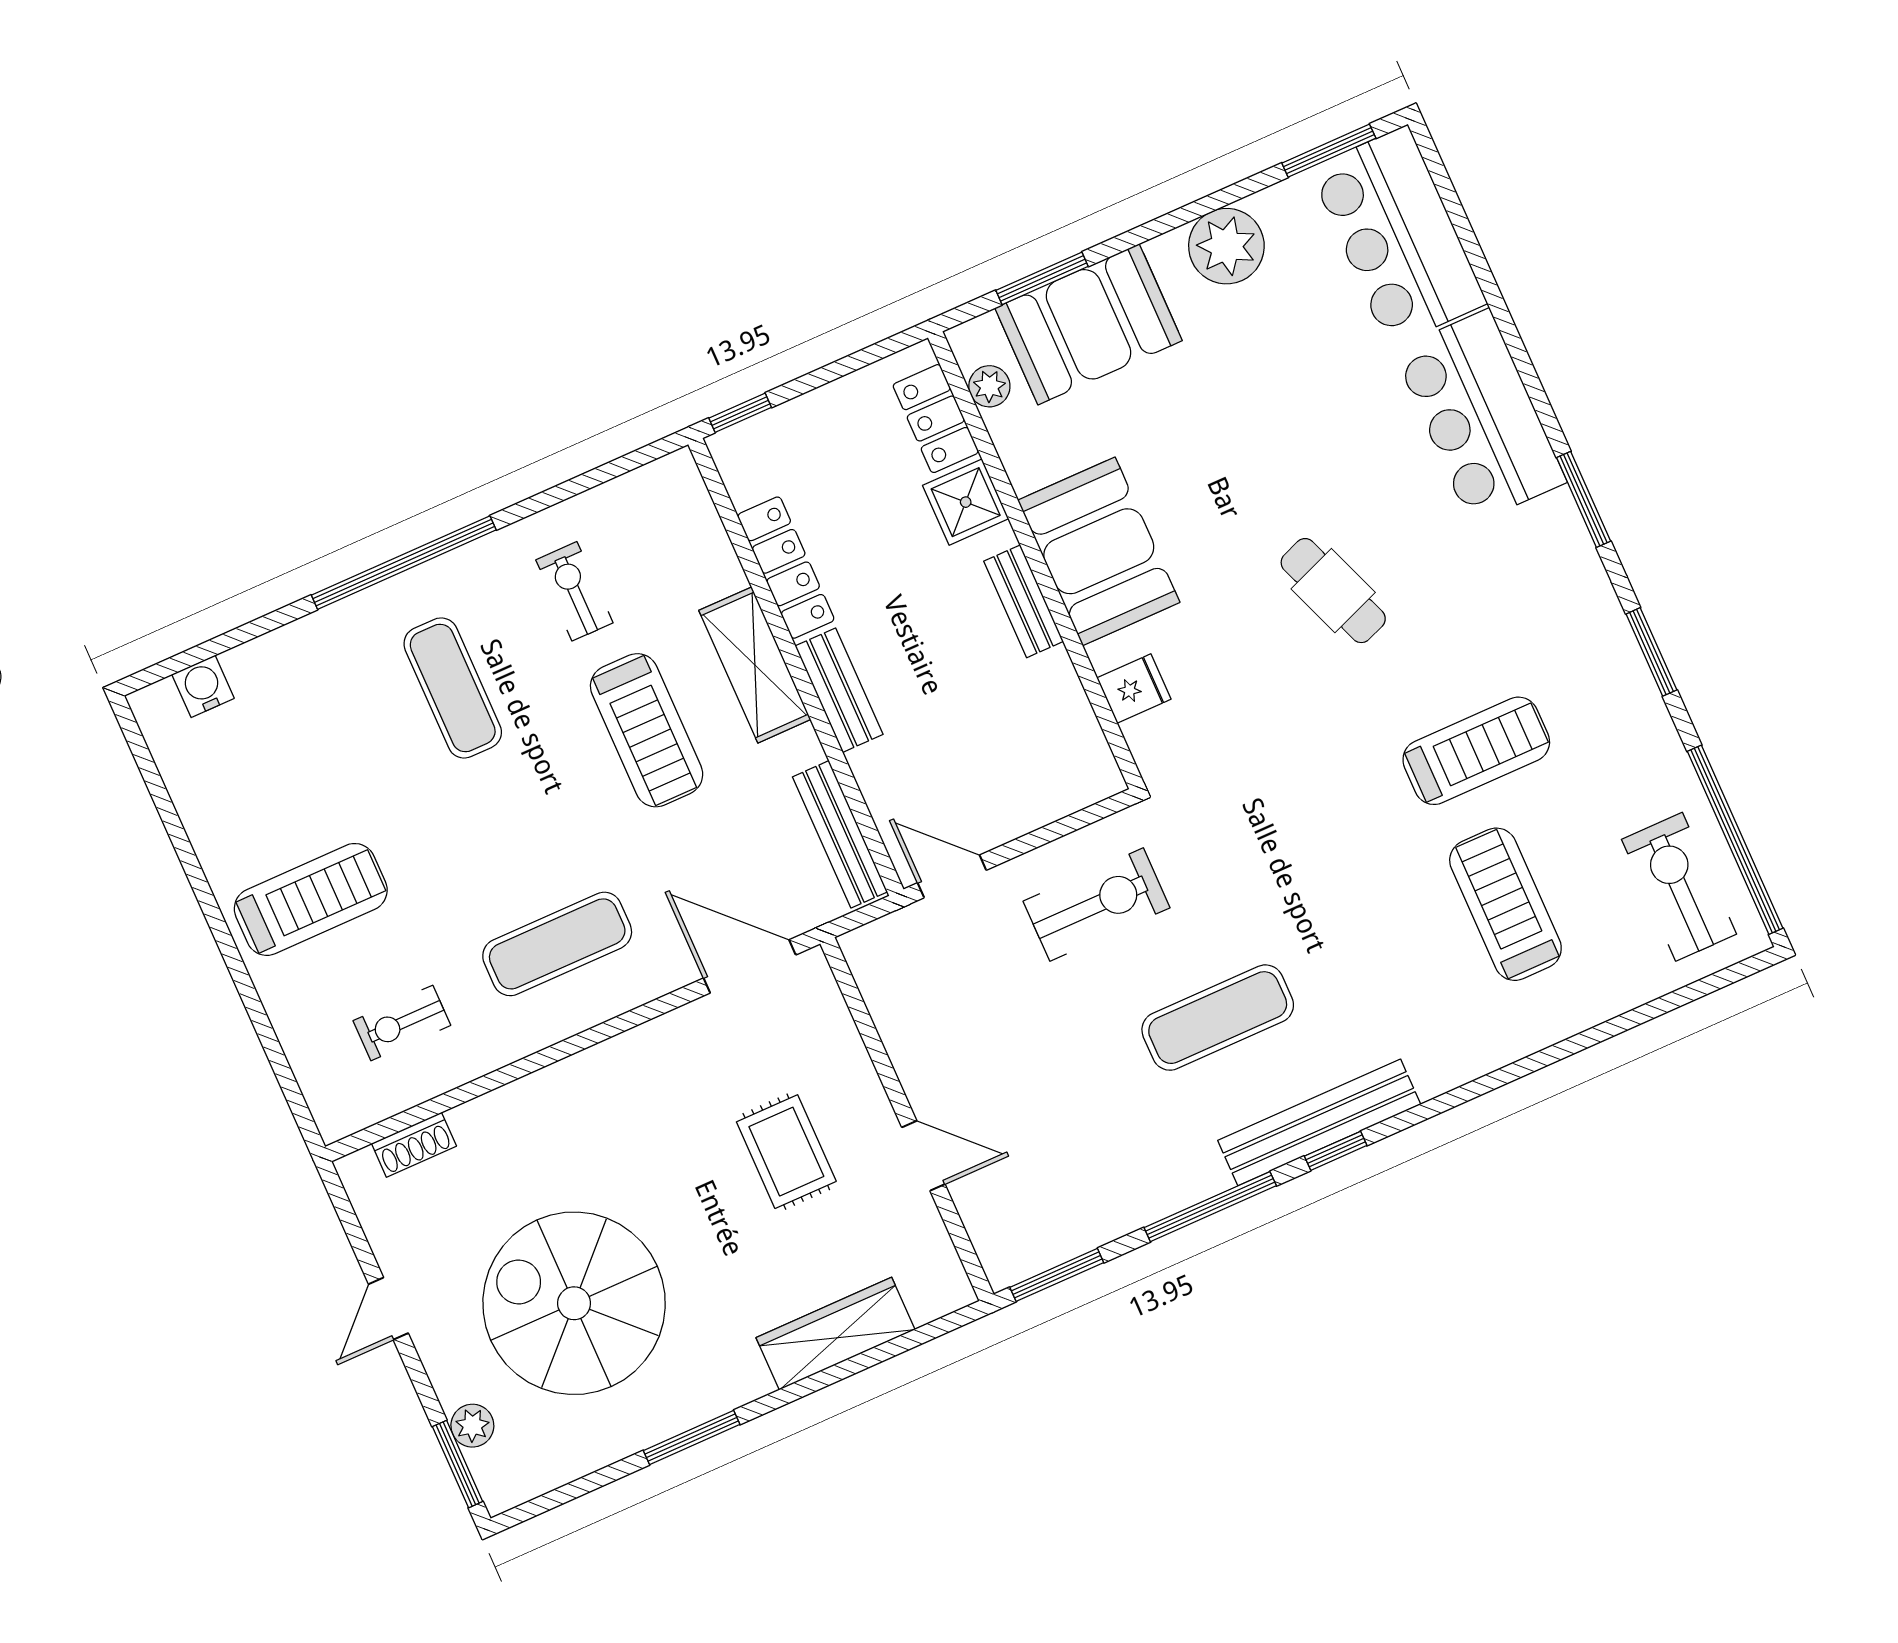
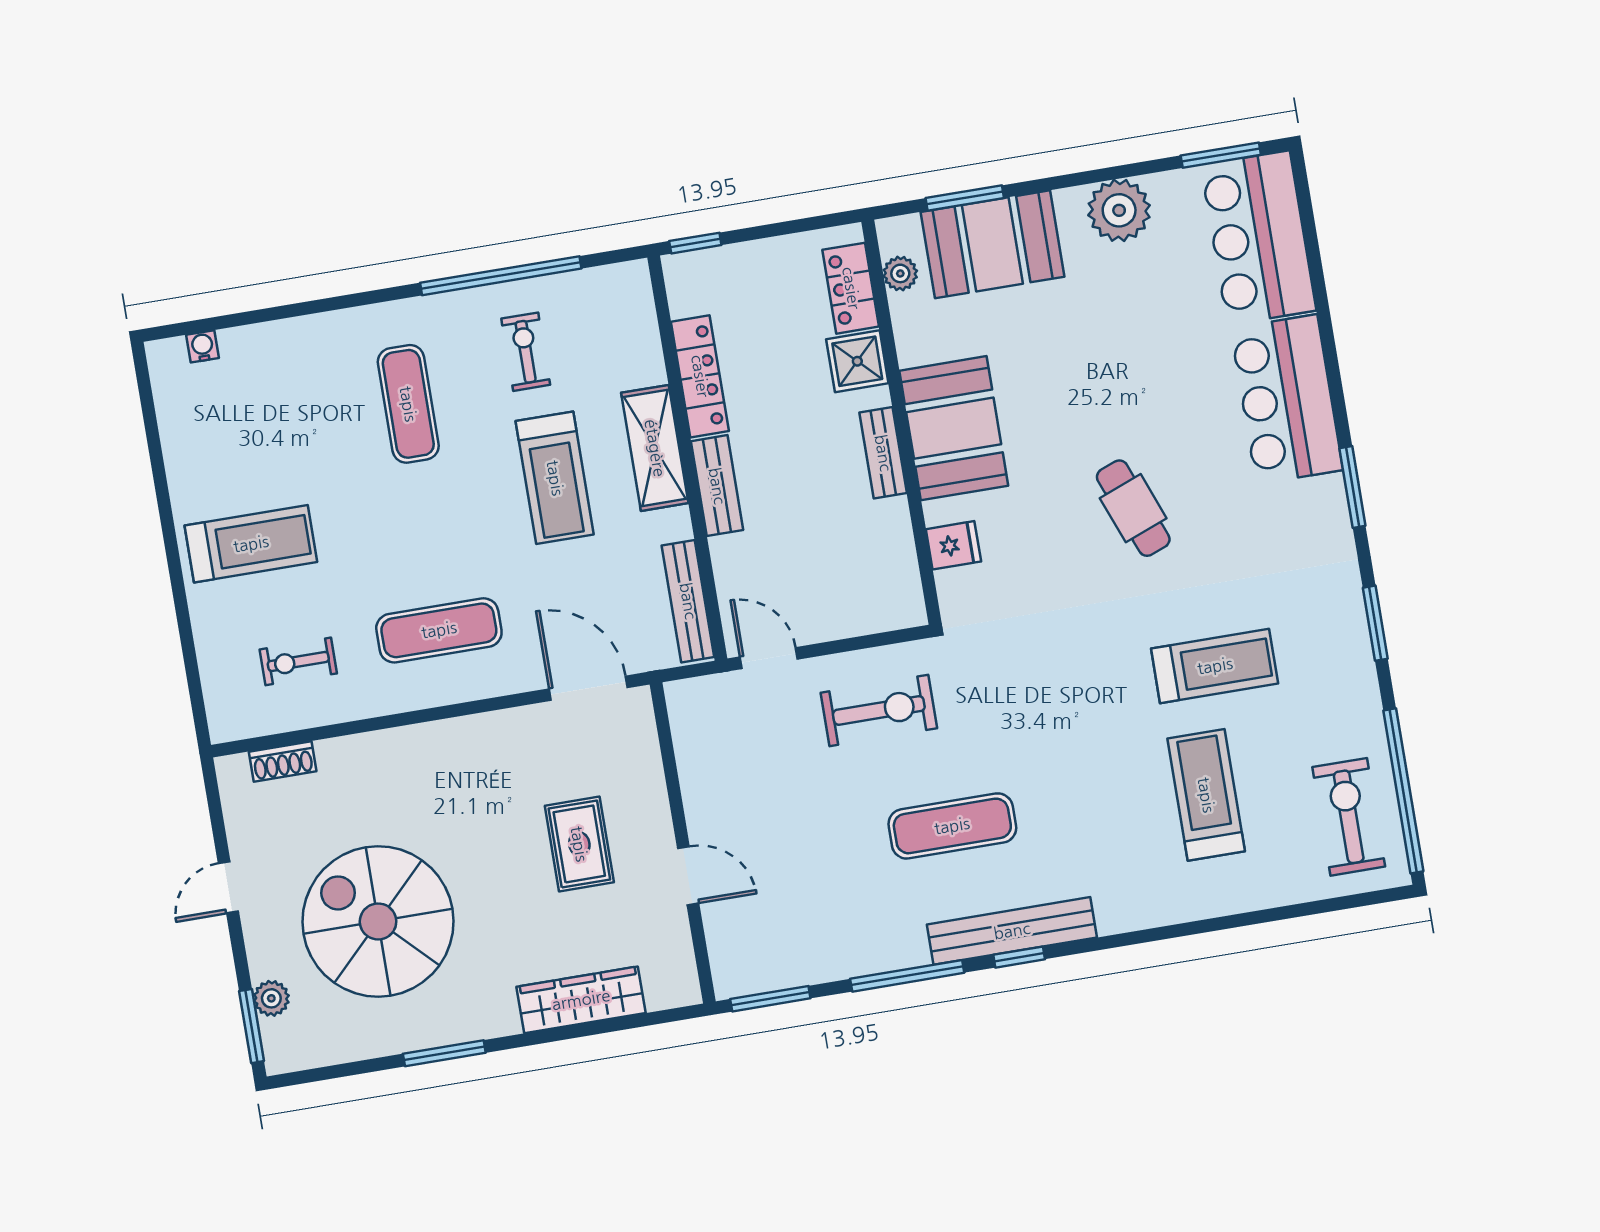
window: (404, 563) -> (501, 276), moved
water cooler: (203, 686) -> (203, 346), width x0.72, depth x0.72

